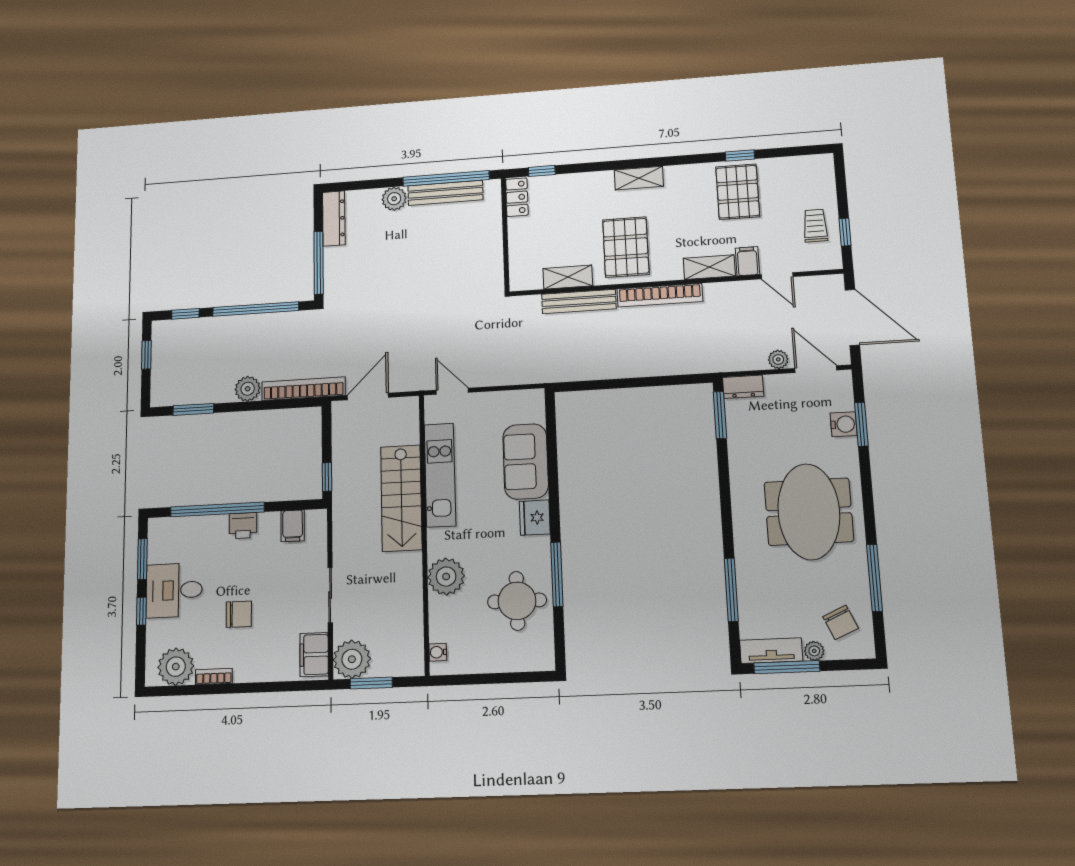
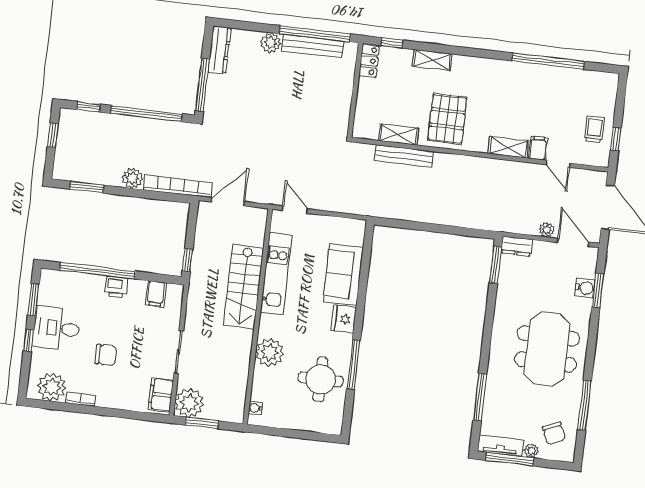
window: (740, 156) -> (548, 61), width x3.17
shelving: (639, 178) -> (432, 60), moved
pallet: (738, 192) -> (541, 91), removed
bookcase: (660, 295) -> (467, 163), removed

